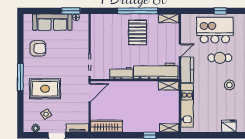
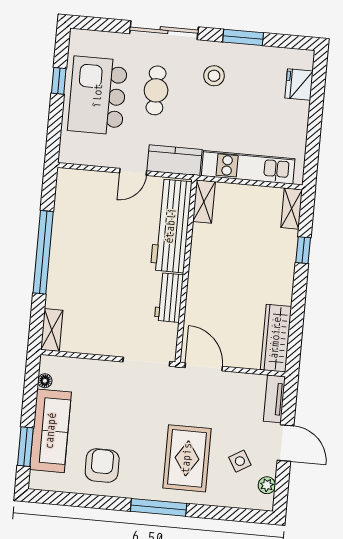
window: (71, 11) -> (25, 447), moved
shelving: (169, 18) -> (52, 330), moved
pallet: (138, 32) -> (88, 256), removed
door: (180, 50) -> (133, 172), swing flipped

